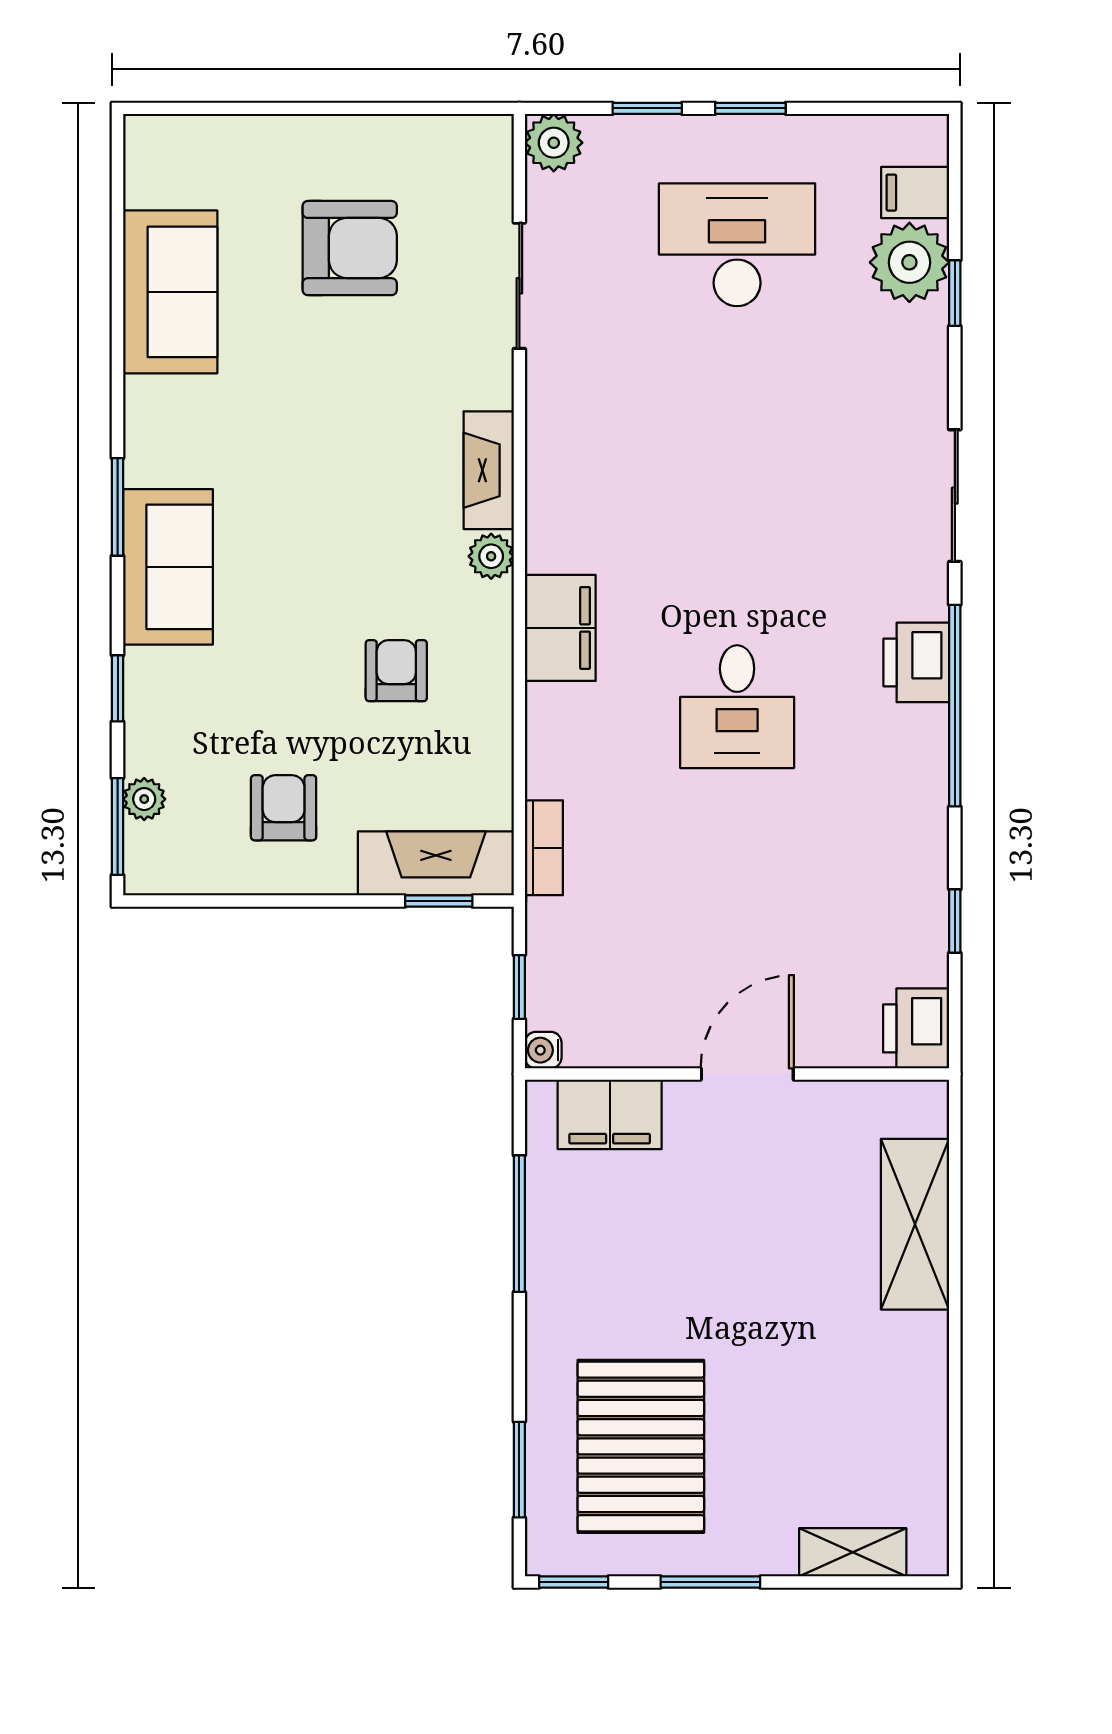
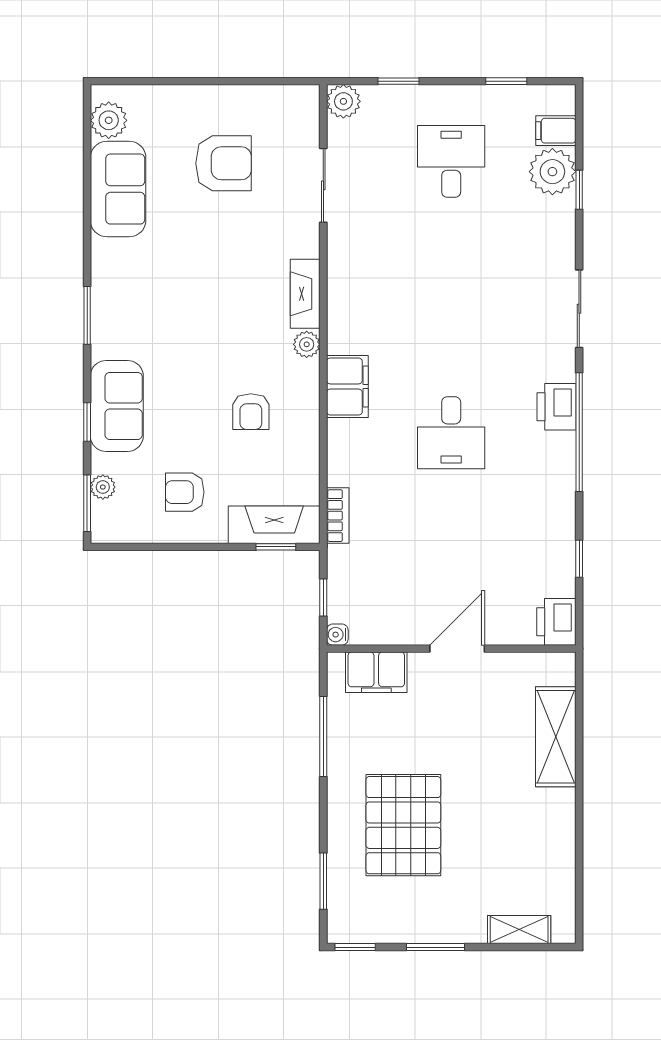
window: (750, 108) -> (506, 81), moved
plant: (154, 175) -> (109, 120), added
desk: (737, 245) -> (451, 161), width x0.73
sofa: (168, 567) -> (117, 406), moved
armchair: (396, 671) -> (251, 412), turned 180
armchair: (284, 808) -> (185, 492), turned -90
pallet: (641, 1446) -> (403, 825), moved

